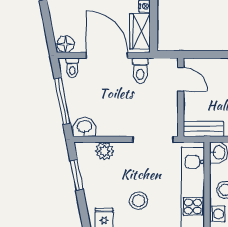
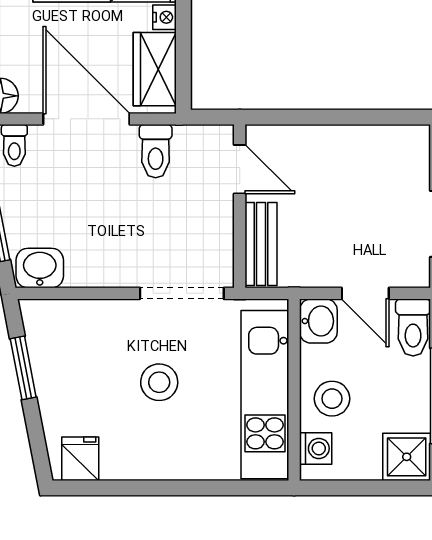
bench: (203, 129) -> (261, 244), moved, turned 90
plant: (105, 151) -> (81, 318), removed
stool: (139, 201) -> (159, 382), moved

